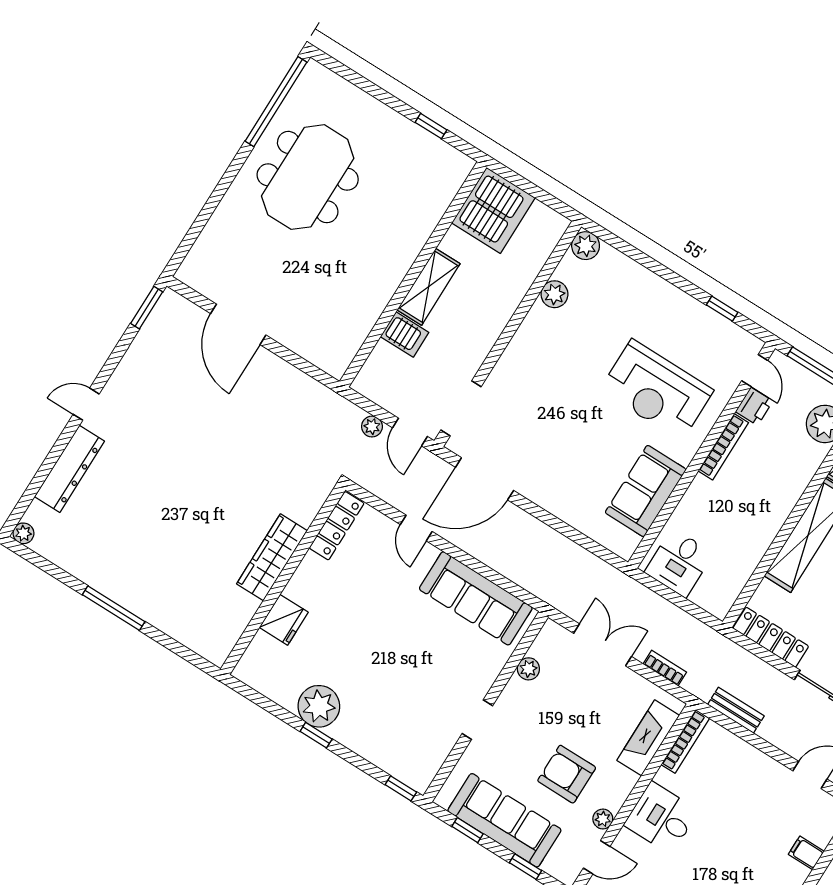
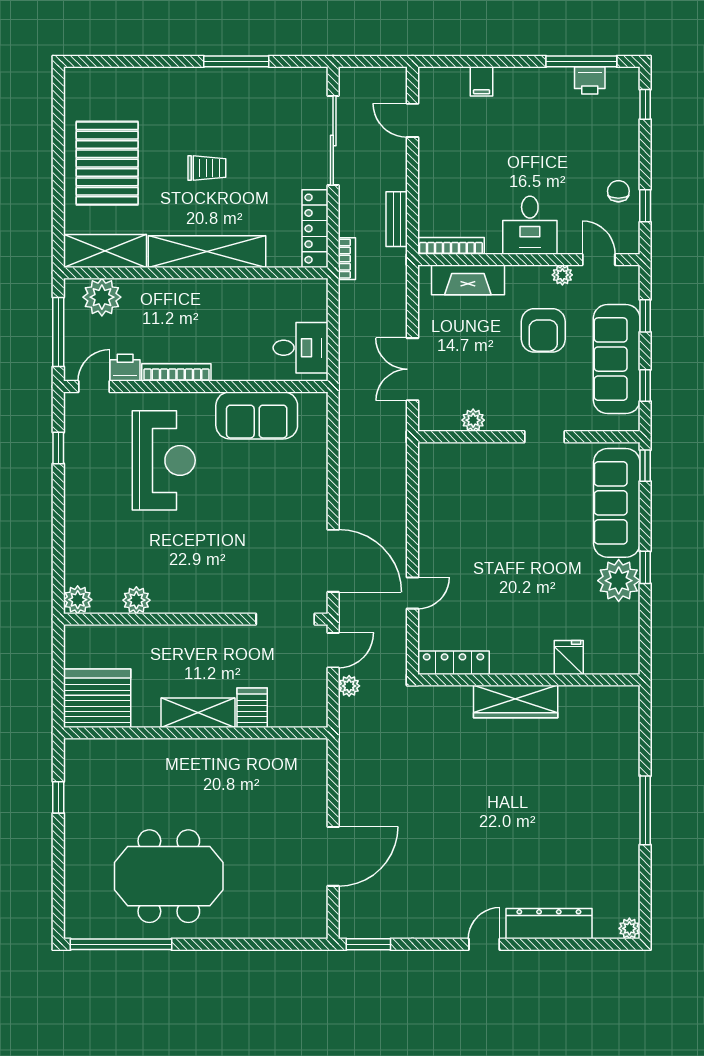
door: (86, 404) -> (484, 944), swing flipped
sofa: (476, 598) -> (617, 503), moved, turned 180
fridge: (284, 620) -> (569, 658), width x0.72
bookcase: (665, 668) -> (347, 259), moved, turned 180

